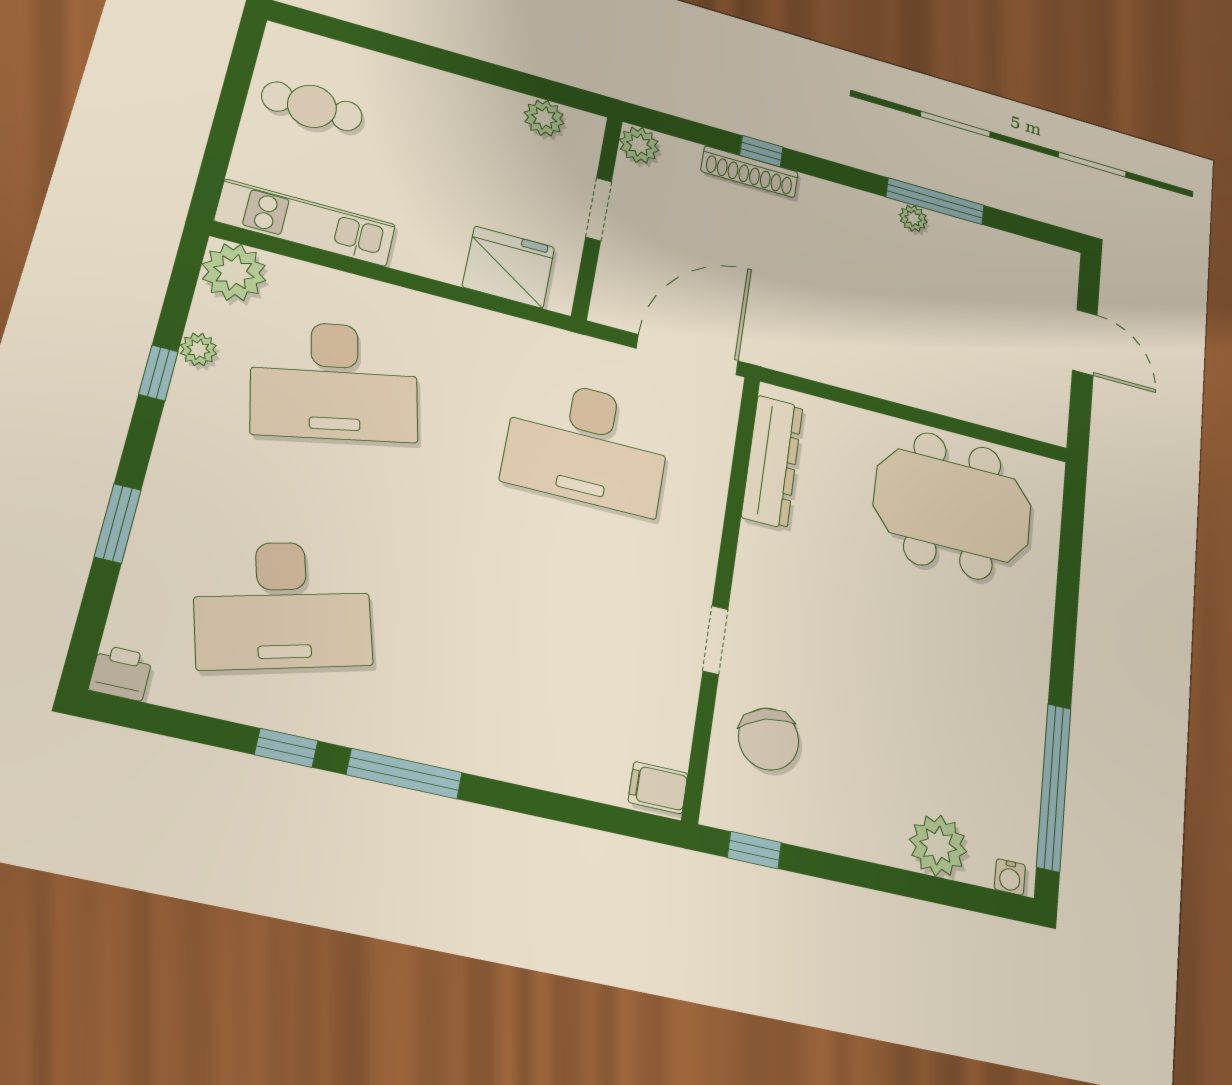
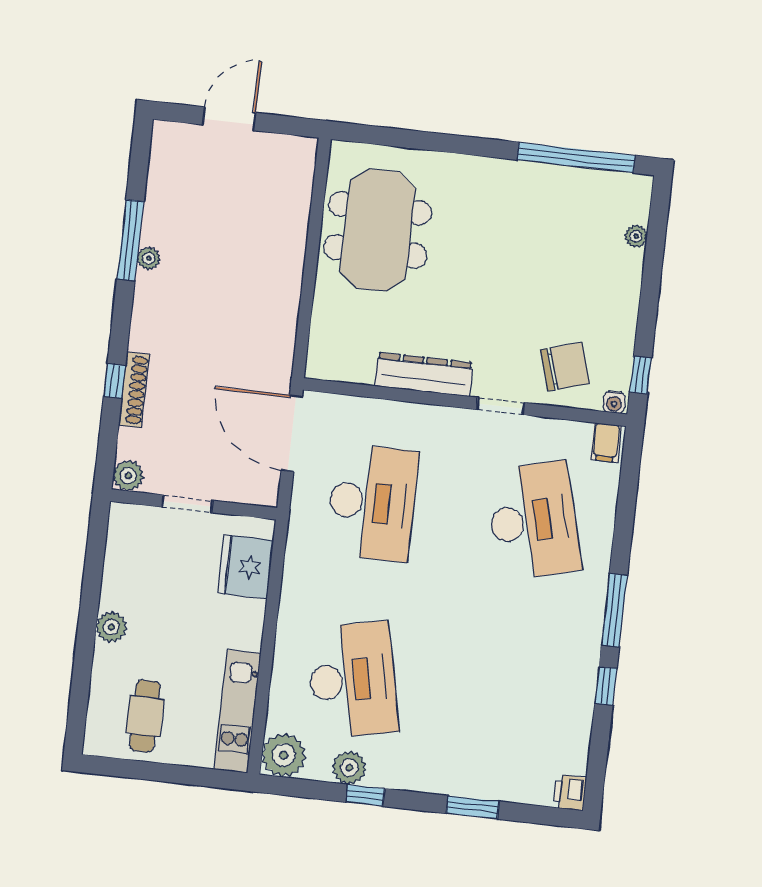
plant: (544, 118) -> (111, 627), moved
plant: (198, 349) -> (349, 768), width x1.38, depth x1.38
dresser: (772, 461) -> (424, 374), moved
desk: (283, 605) -> (533, 521), moved
plant: (938, 846) -> (636, 236), width x0.53, depth x0.53
water cooler: (1010, 877) -> (614, 402), moved, turned 90

